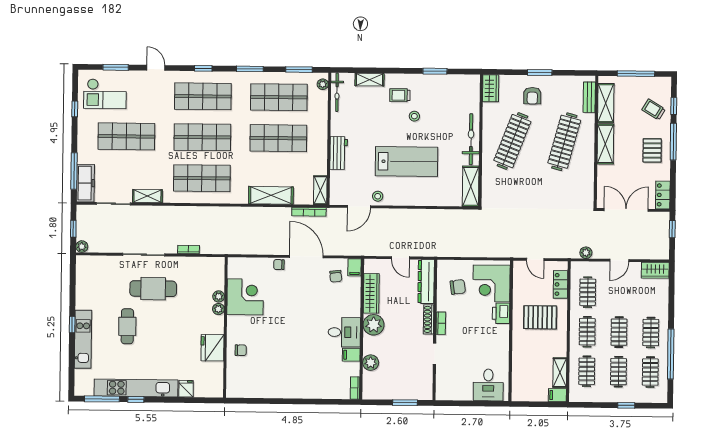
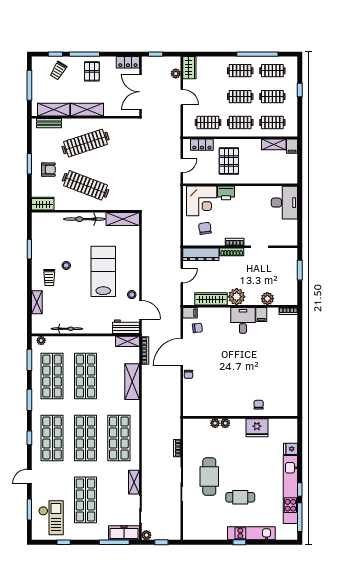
bicycle: (337, 92) -> (67, 329), moved
clothes rail: (564, 142) -> (85, 143), turned -33
pallet: (652, 150) -> (92, 71), turned 90
workbench: (339, 153) -> (126, 327), moved
plant: (82, 247) -> (146, 535), moved
plant: (586, 253) -> (176, 74), moved
corner desk: (245, 297) -> (215, 402), removed
desk: (488, 385) -> (284, 203), width x1.37

